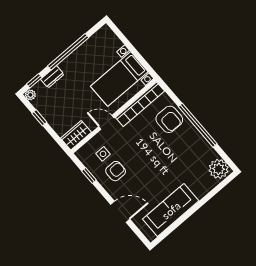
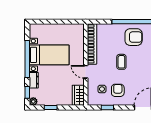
bed with nightstands: (119, 79) -> (49, 55), moved, turned -90
armchair: (169, 119) -> (134, 37), moved
door: (106, 122) -> (86, 72), hinge flipped
coffee table: (148, 150) -> (121, 62), added

